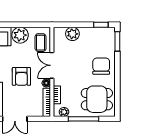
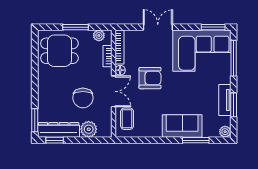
dresser: (98, 33) -> (59, 130), added
plant: (20, 35) -> (152, 128), removed
chair: (101, 66) -> (83, 98), moved
armchair: (21, 76) -> (150, 78), turned 90
window: (84, 119) -> (75, 27), width x0.69

